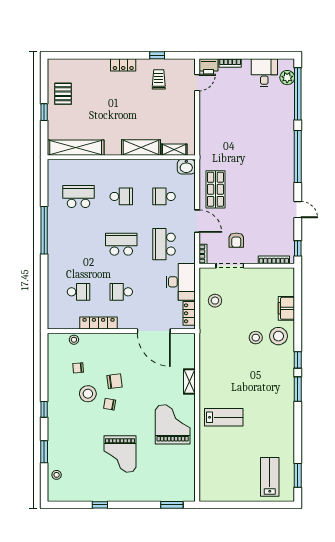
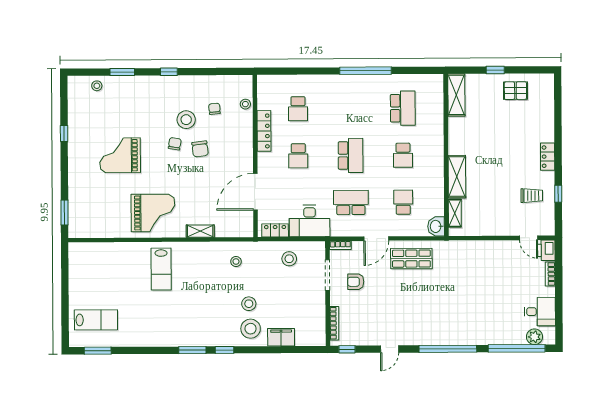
shelving: (76, 148) -> (456, 95), width x0.68
school desk: (121, 292) -> (298, 156), turned 180
stool: (217, 349) -> (236, 261), added

